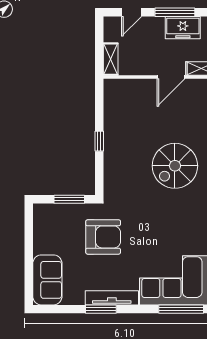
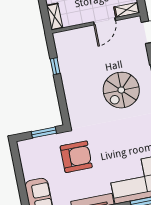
window: (99, 141) -> (55, 66), moved

